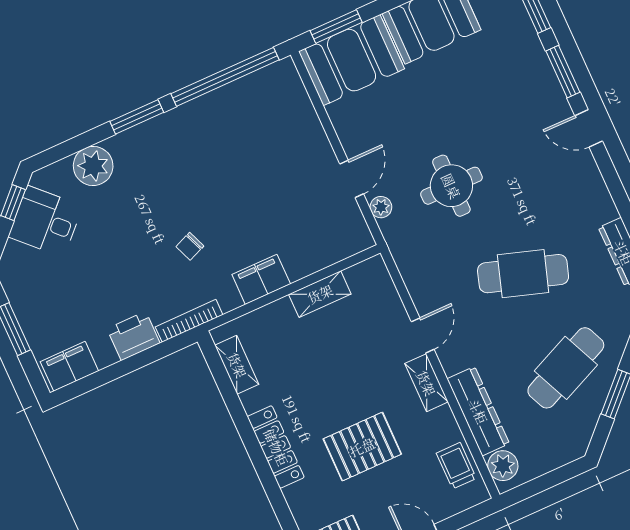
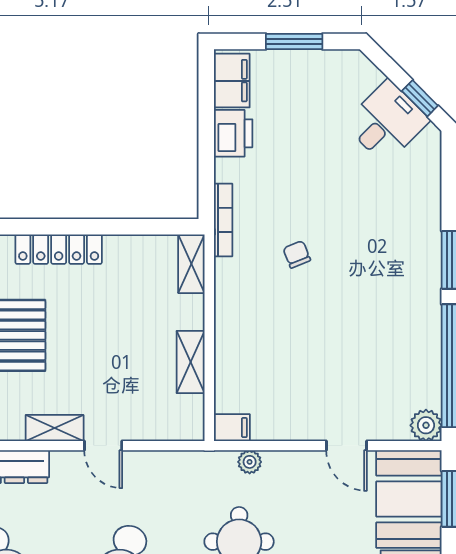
plant: (93, 166) -> (426, 425), moved, width x0.73, depth x0.73
door: (352, 179) -> (346, 446), moved
filing cabinet: (261, 279) -> (232, 428), moved, width x0.50
printer: (133, 336) -> (233, 133), moved
shelving: (237, 365) -> (191, 264), moved, turned 90

